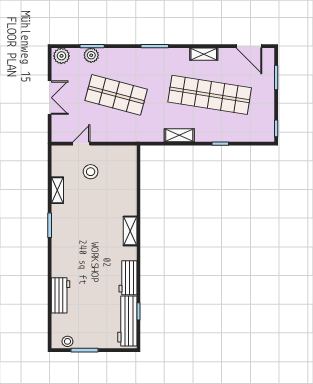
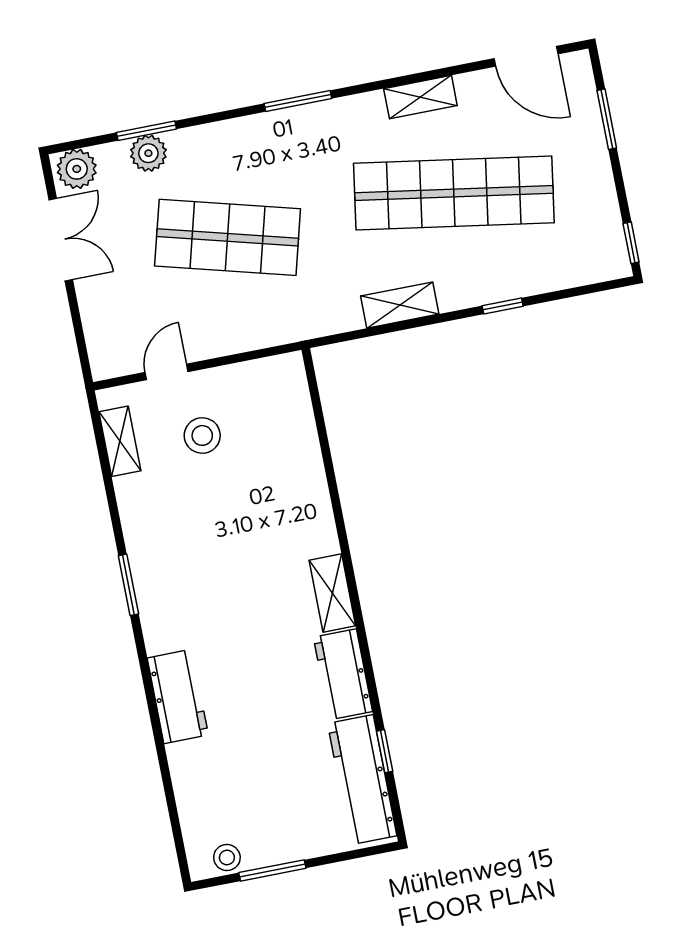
double door: (50, 98) -> (61, 240), moved
shelving: (57, 190) -> (120, 441), moved
shelving: (130, 231) -> (332, 593), moved
workbench: (61, 295) -> (178, 696), moved

